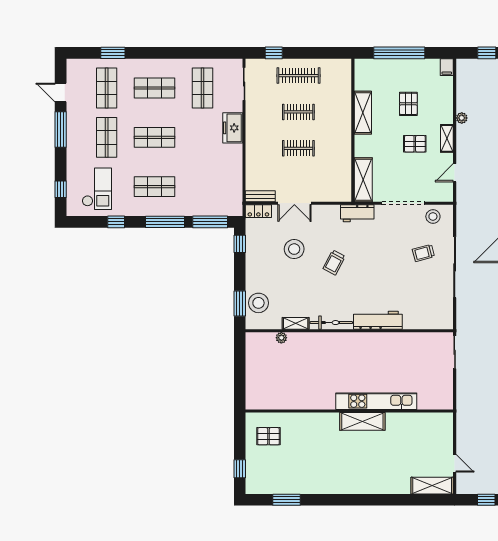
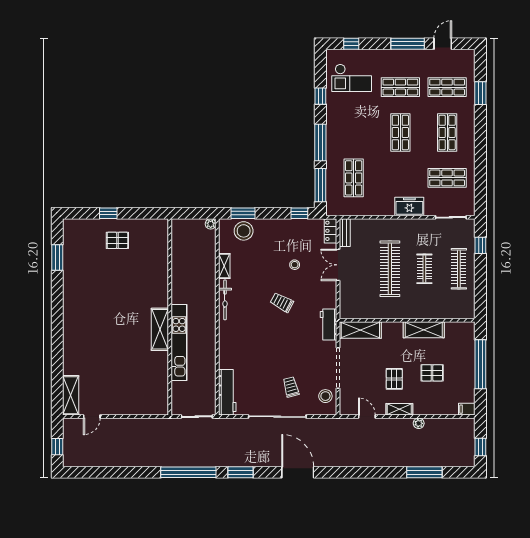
clothes rail: (298, 148) -> (390, 269), width x1.86, depth x1.31
shop shelf: (155, 187) -> (354, 178), moved
stool: (294, 249) -> (295, 265), width x0.53, depth x0.53
workbench: (378, 320) -> (227, 392), moved
plant: (281, 338) -> (211, 224), moved
kitchen unit: (376, 401) -> (179, 342), moved
wall: (349, 411) -> (170, 317), moved
shelving: (362, 421) -> (160, 329), moved
pallet: (268, 436) -> (117, 240), turned 90
window: (240, 469) -> (108, 213), moved

